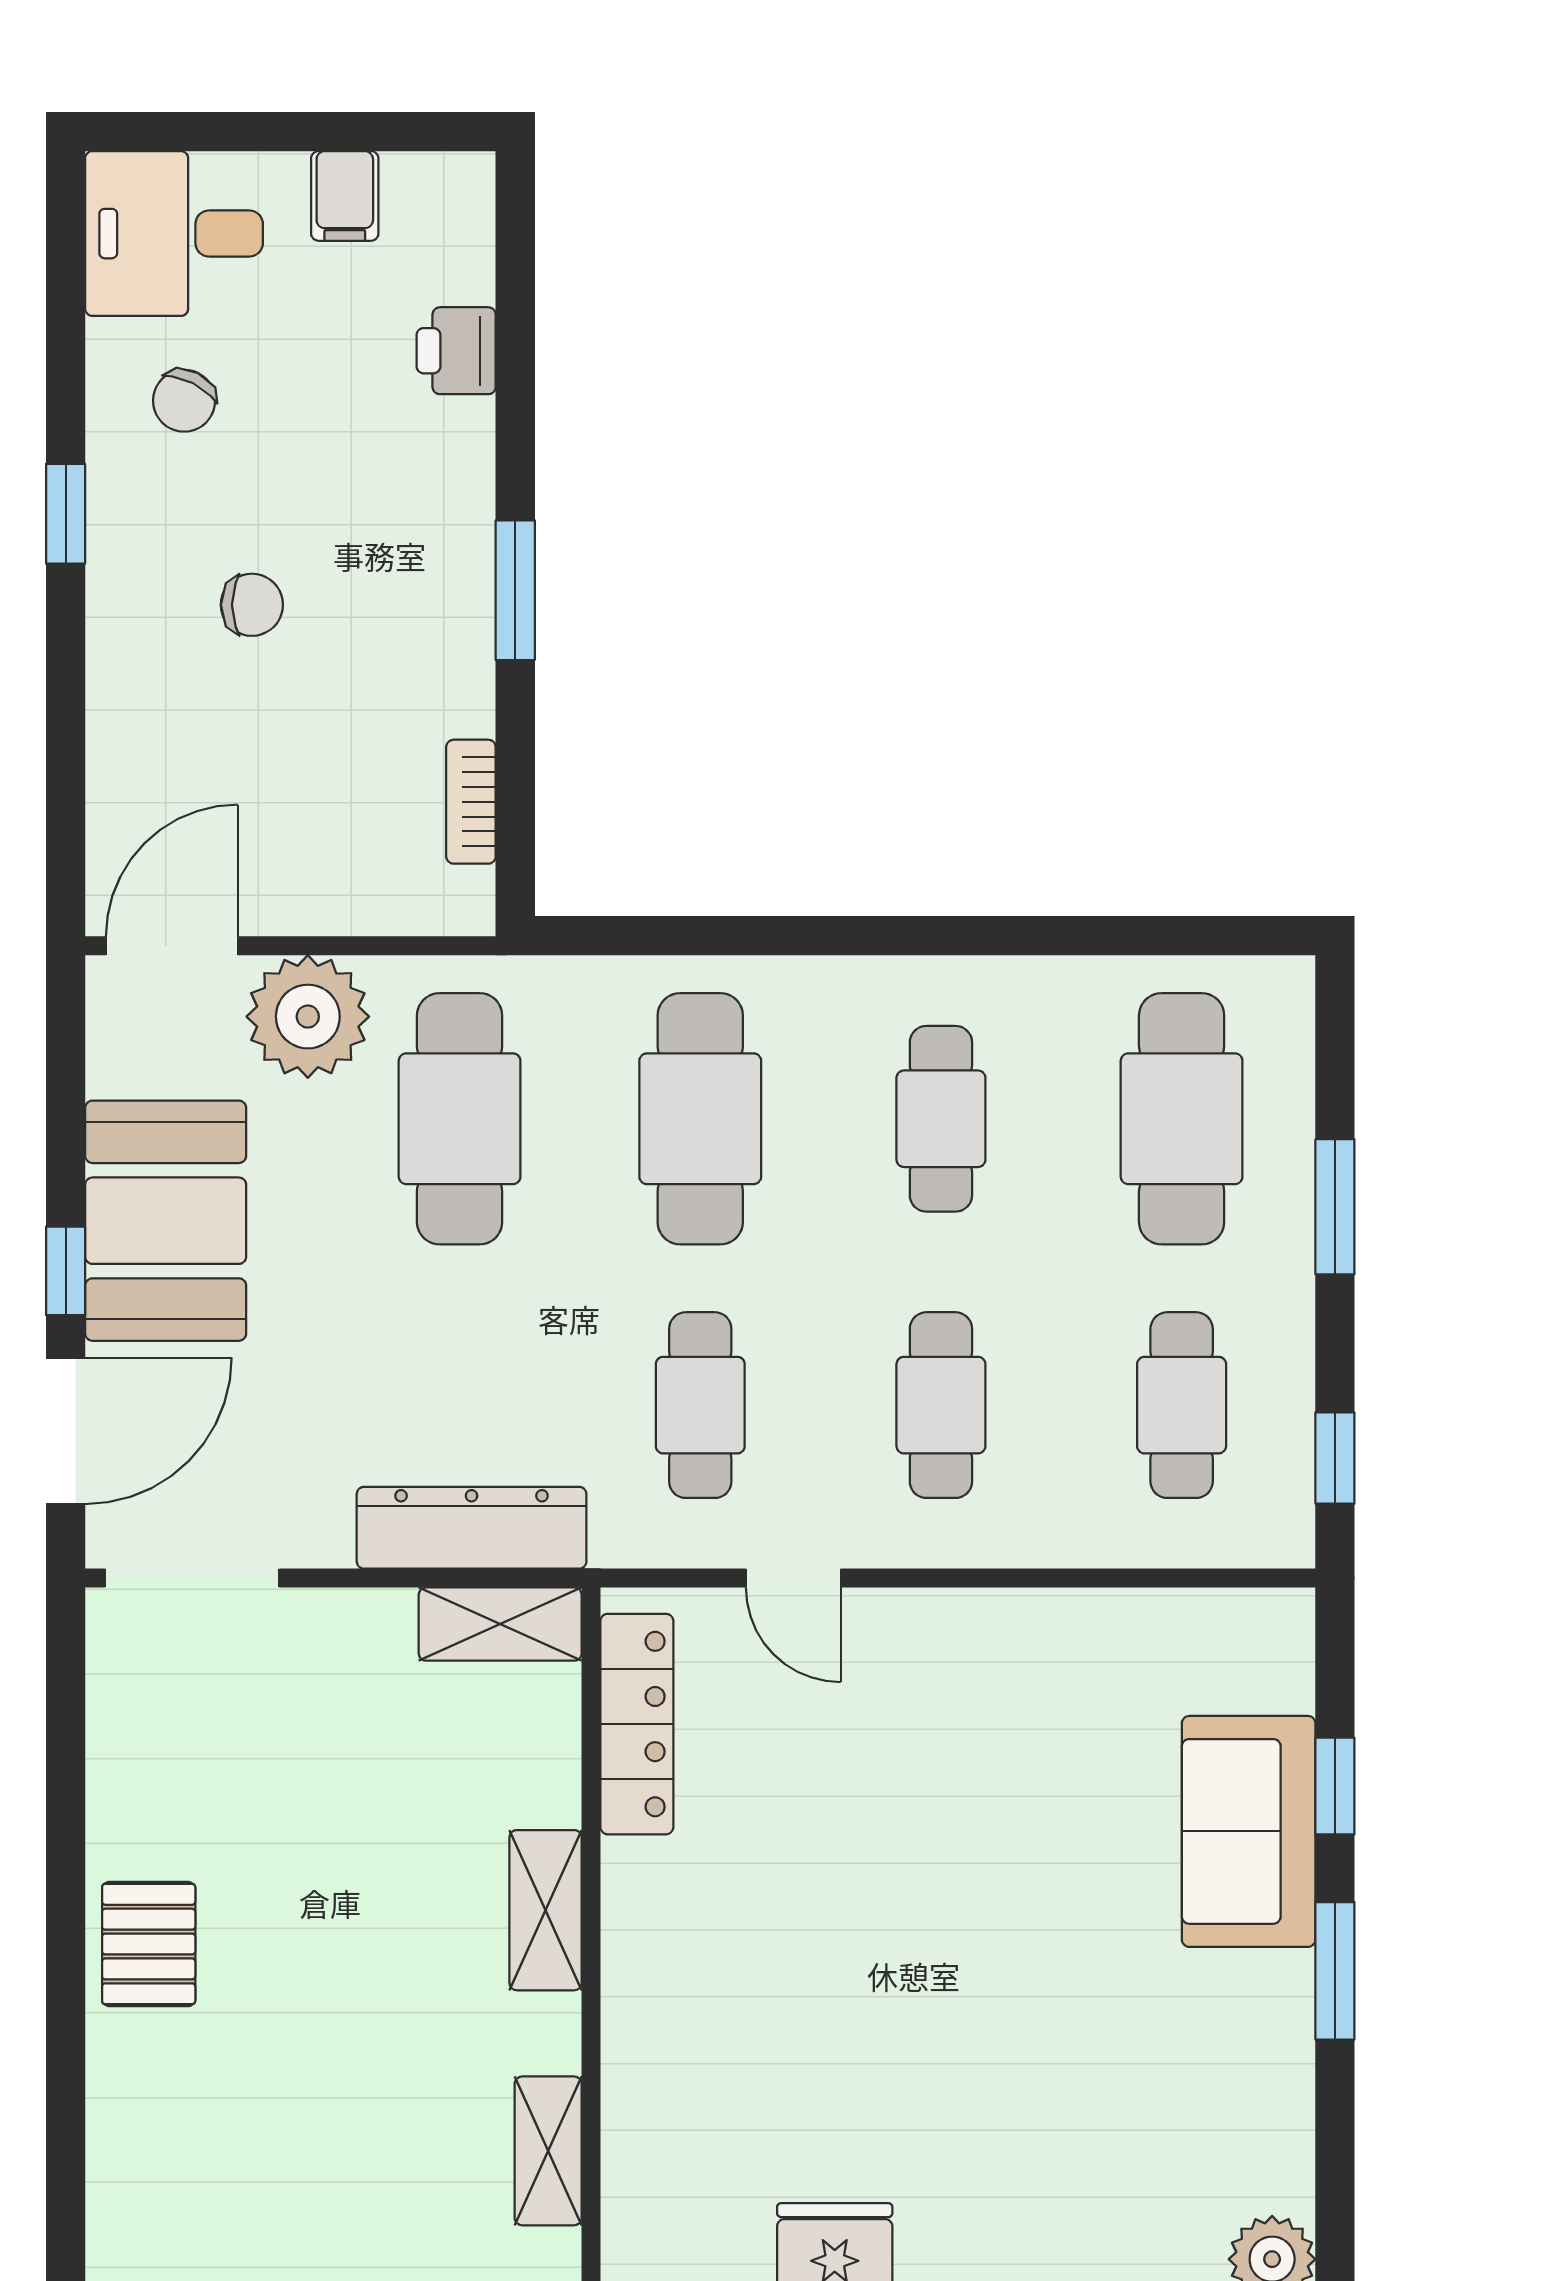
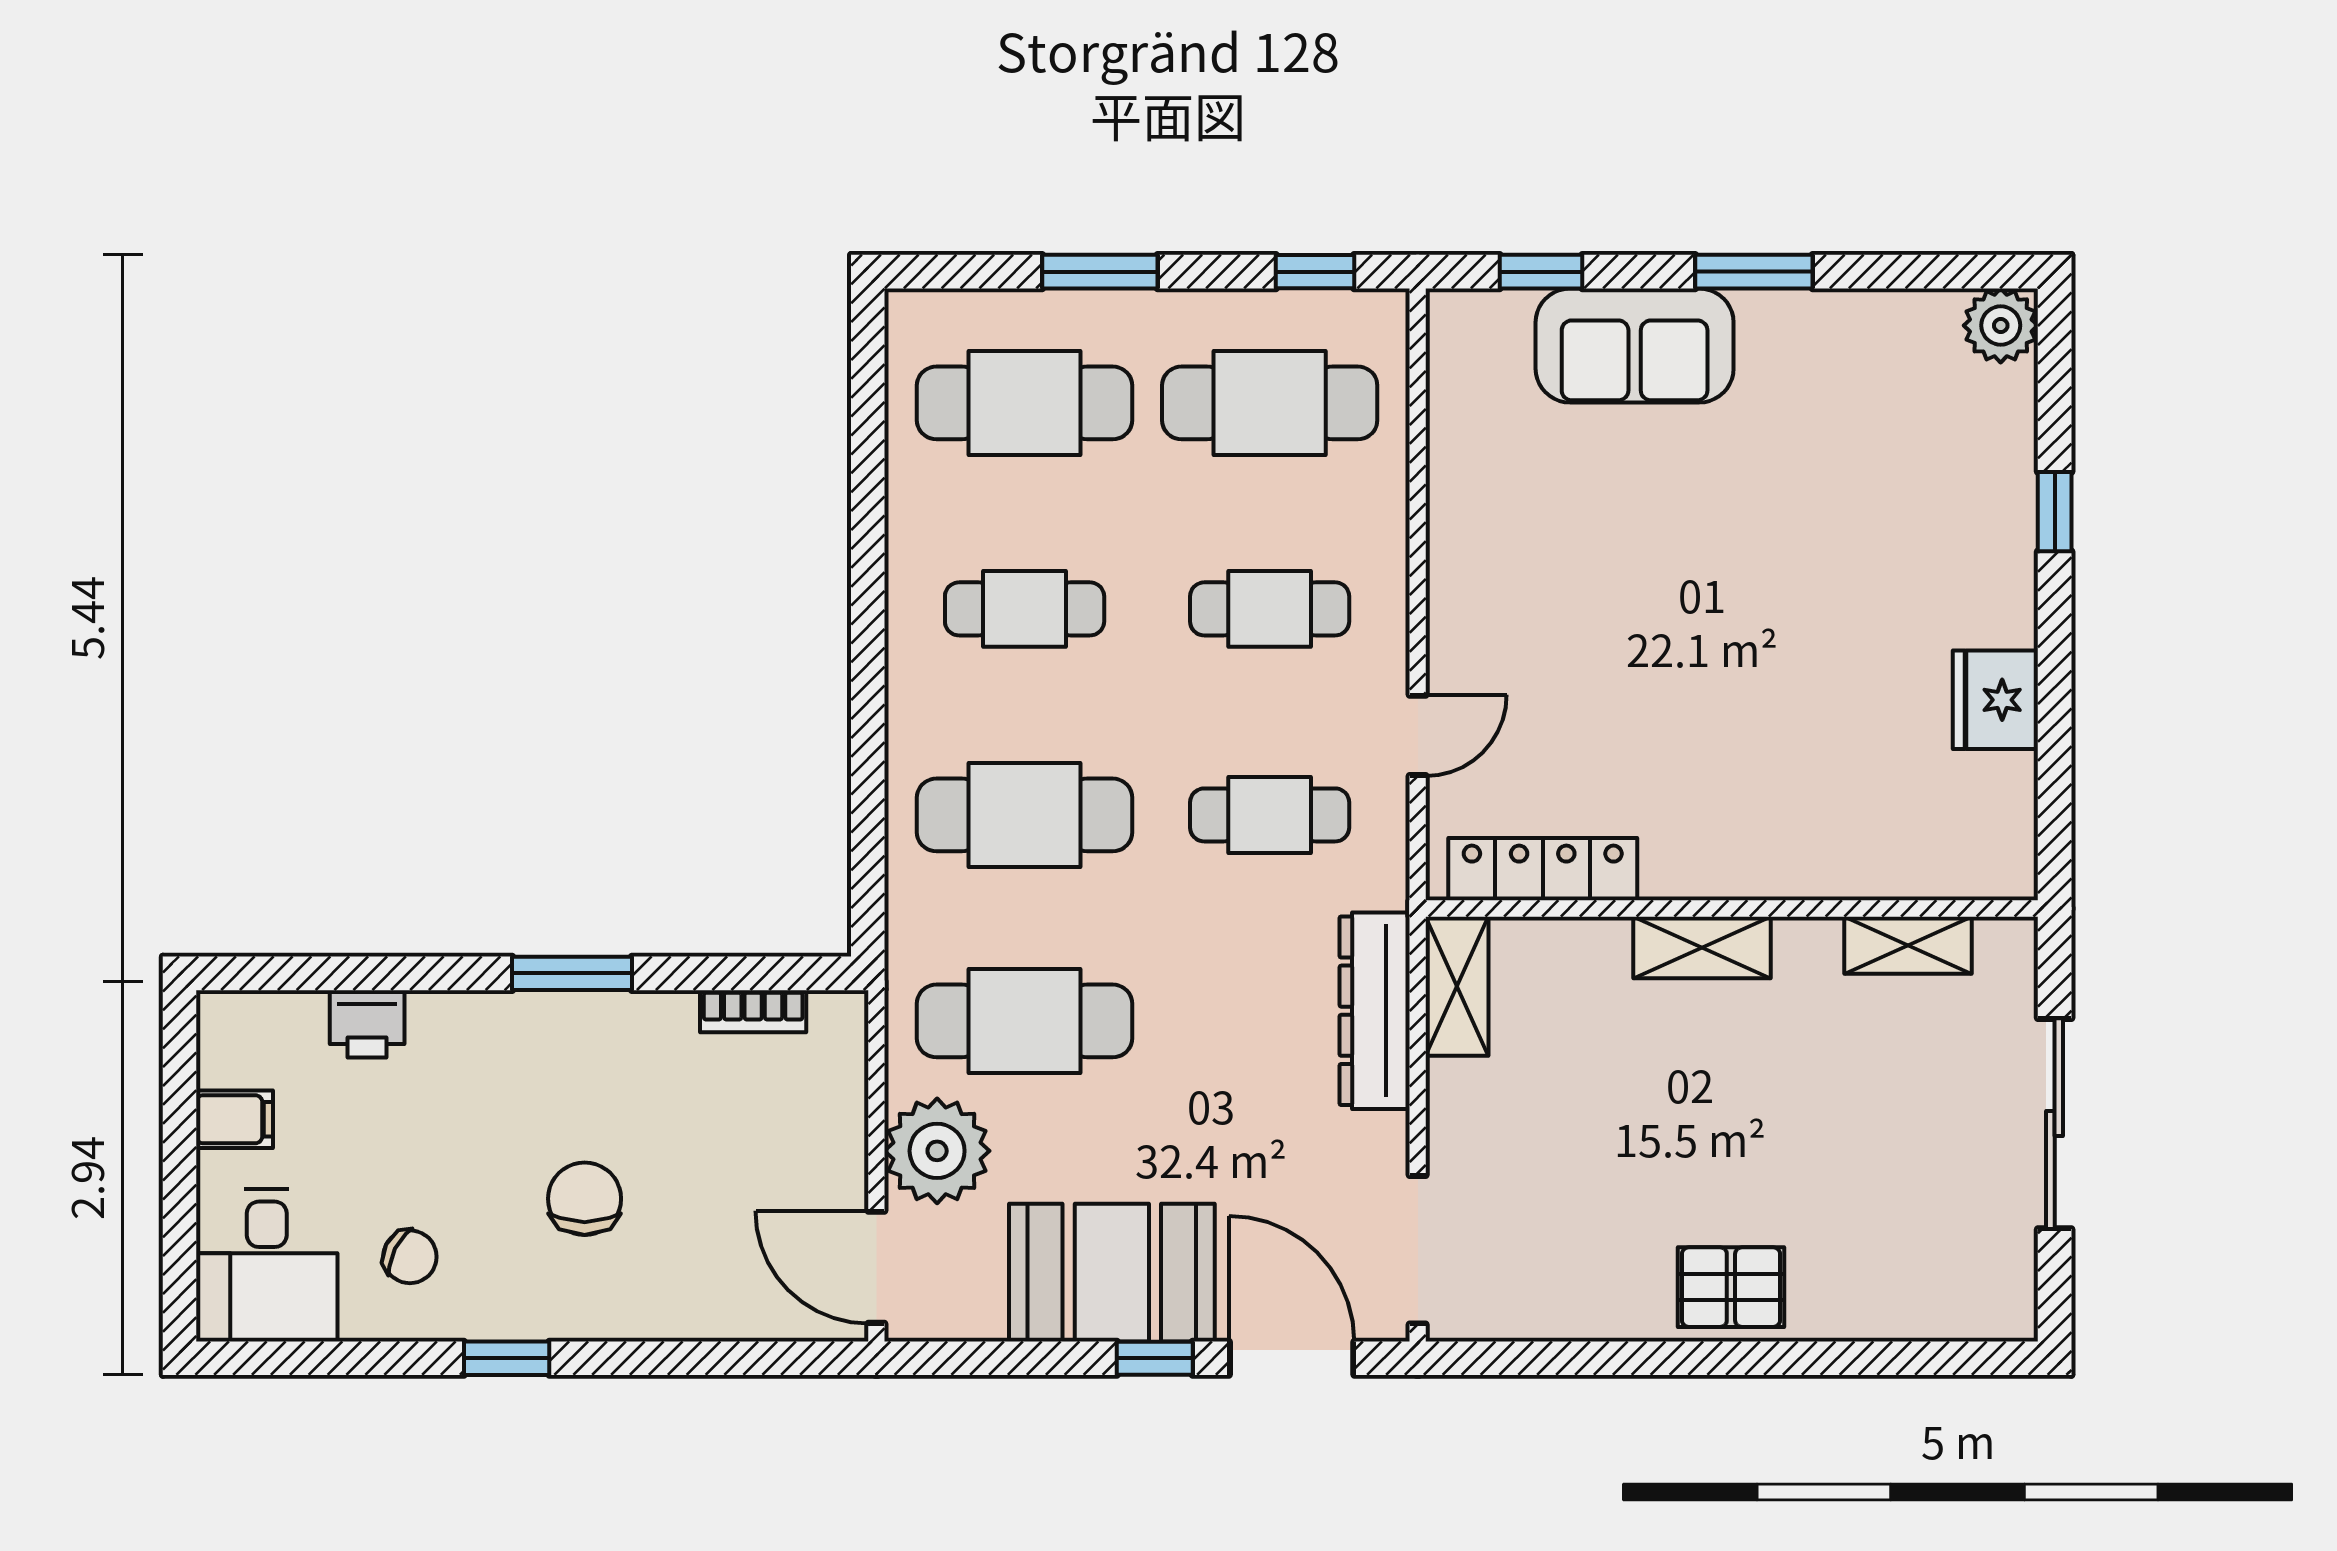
chair: (252, 605) -> (585, 1199), width x1.37, depth x1.37
cafe table: (1182, 1405) -> (1270, 403), width x1.37, depth x1.35
window: (1335, 1786) -> (1541, 272), moved

